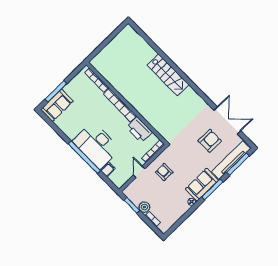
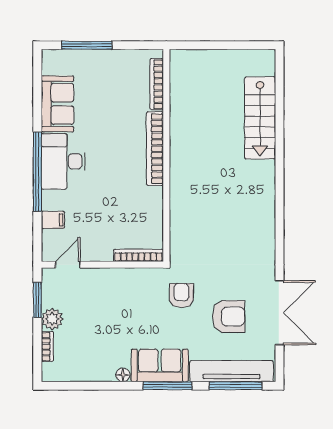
stairs: (168, 75) -> (260, 118), moved
sofa: (57, 105) -> (58, 104), moved, turned -90
printer: (139, 130) -> (148, 208), removed
desk: (96, 145) -> (63, 161), width x0.73, depth x0.77
door: (139, 172) -> (68, 265), moved
armchair: (164, 172) -> (181, 296), moved

